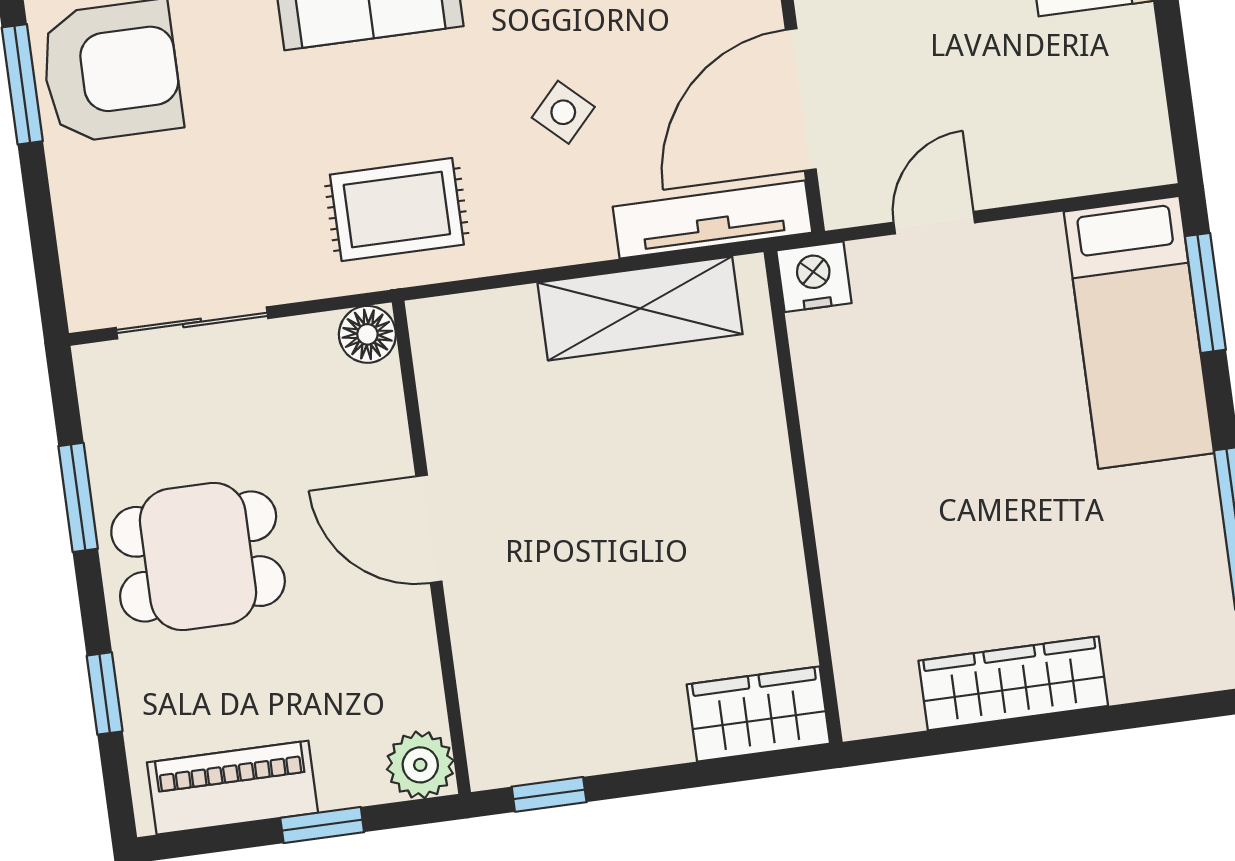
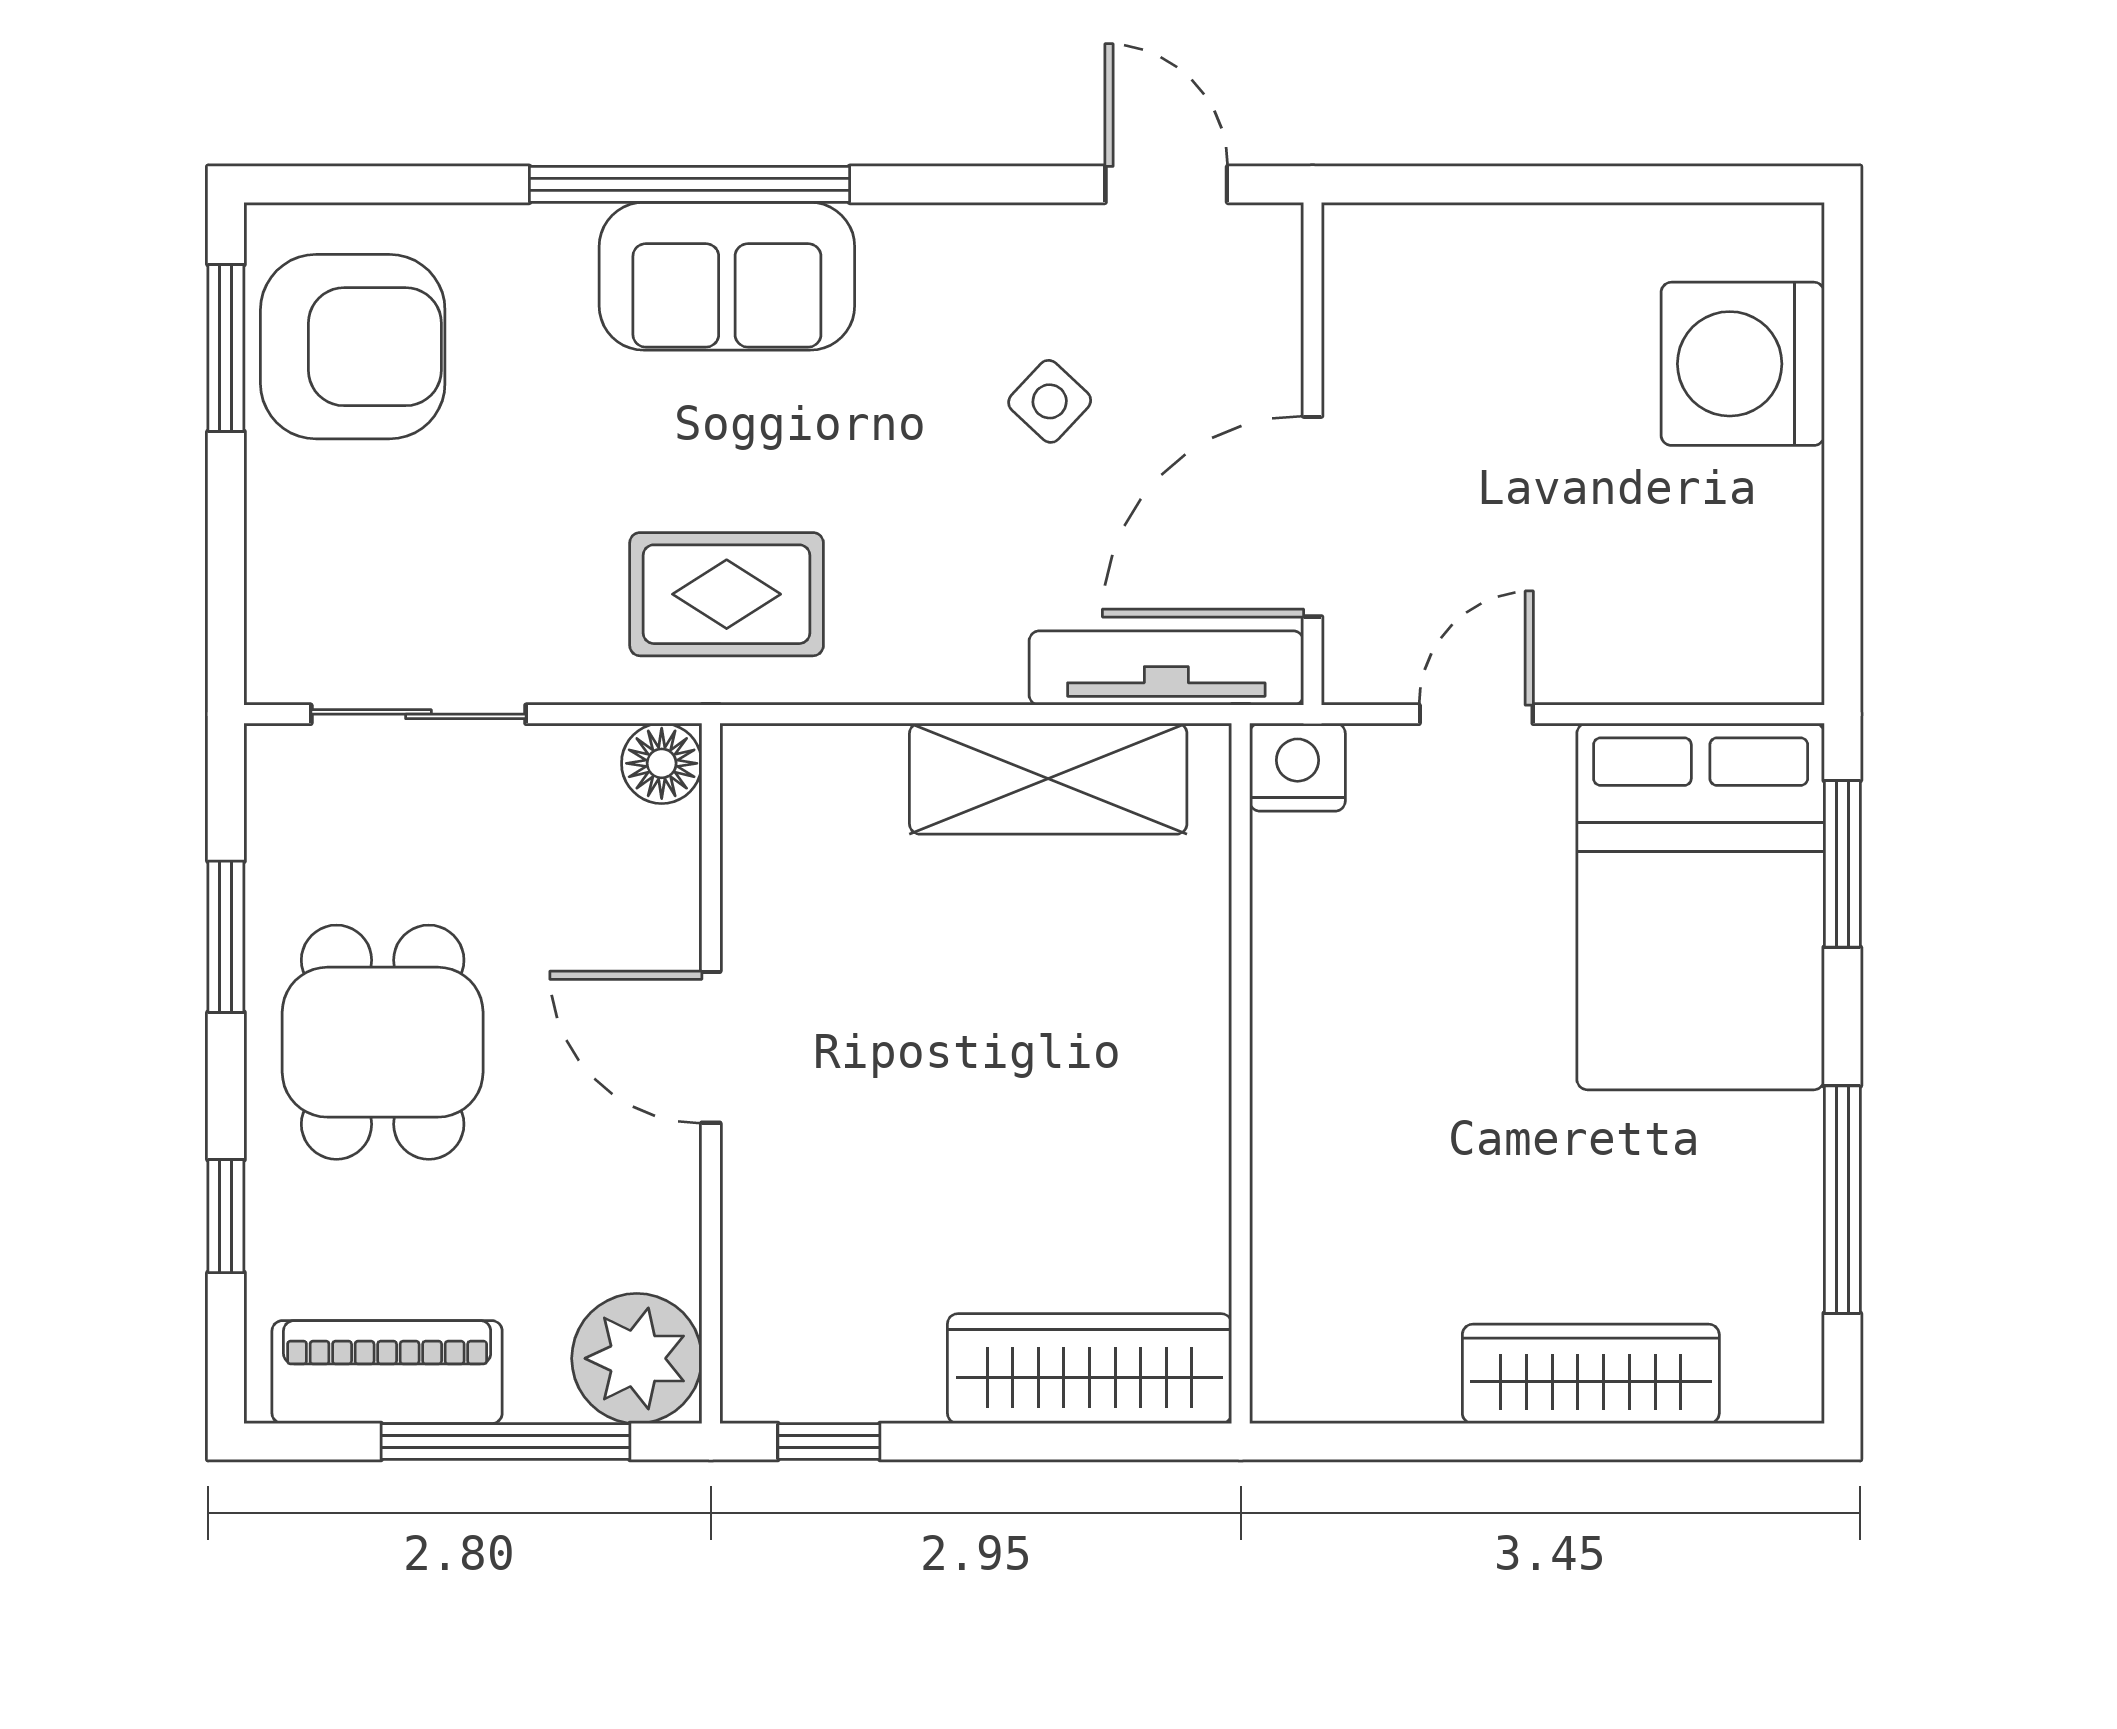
side table: (563, 112) -> (1050, 401), moved
bed: (1139, 332) -> (1701, 906), width x1.50
dining table: (198, 556) -> (383, 1042), turned 90
wardrobe: (1013, 683) -> (1591, 1374), moved
wardrobe: (758, 714) -> (1090, 1369), width x1.50
plant: (420, 765) -> (637, 1358), width x1.36, depth x1.36
window: (322, 825) -> (506, 1442), width x2.17

